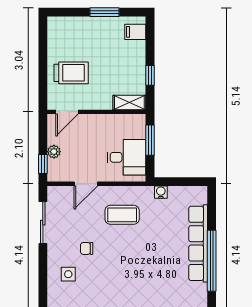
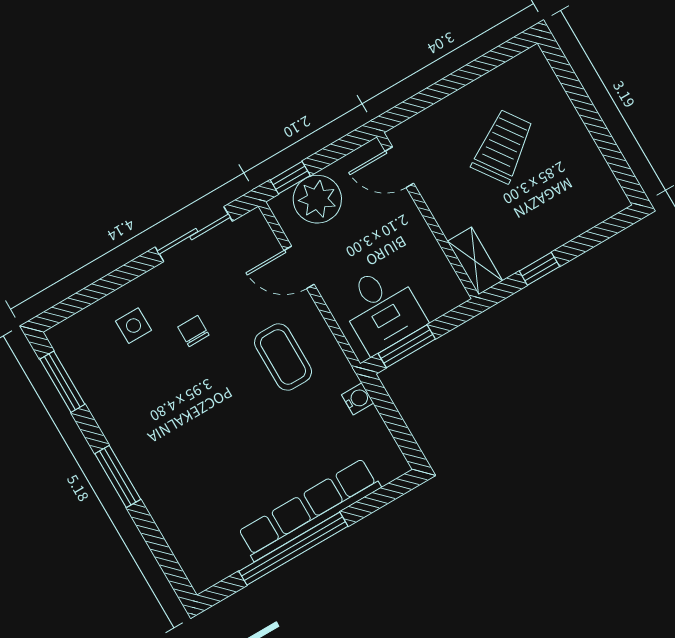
window: (105, 12) -> (600, 133), removed
filing cabinet: (135, 32) -> (597, 203), removed
trolley: (71, 73) -> (503, 146), moved, turned -125
window: (150, 140) -> (407, 346), moved
plant: (54, 152) -> (317, 199), width x1.87, depth x1.87

